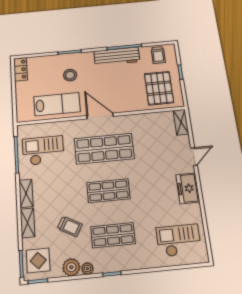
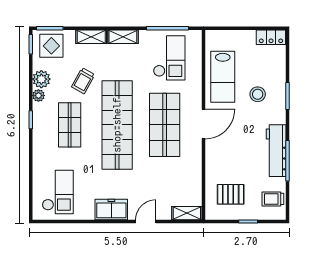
pallet: (159, 88) -> (231, 194), width x0.67, depth x0.71
door: (194, 157) -> (146, 222), swing flipped
shop shelf: (108, 191) -> (117, 125), width x2.00, depth x1.36

